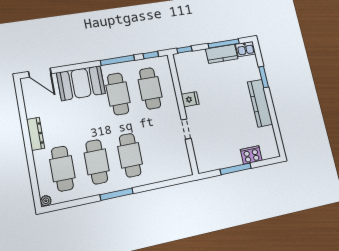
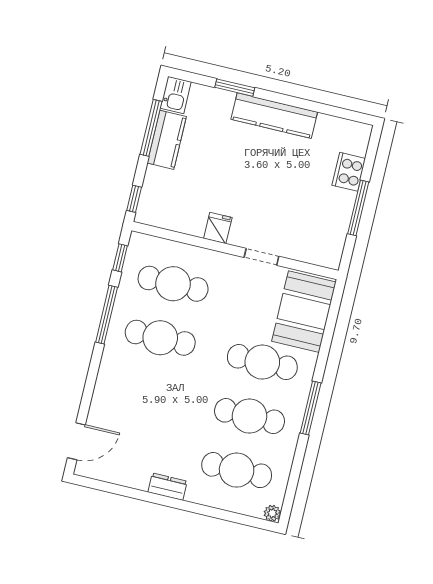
booth: (81, 83) -> (304, 312), moved
dresser: (36, 134) -> (168, 487), width x0.70

